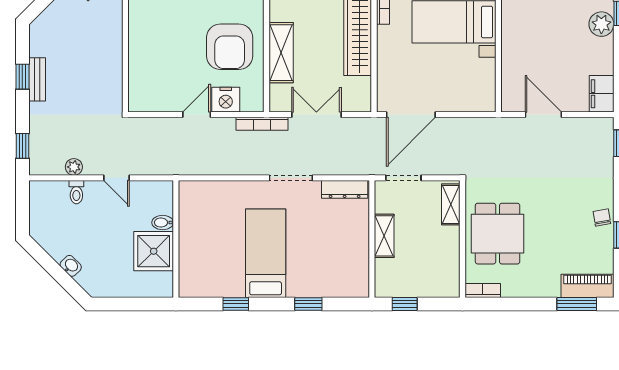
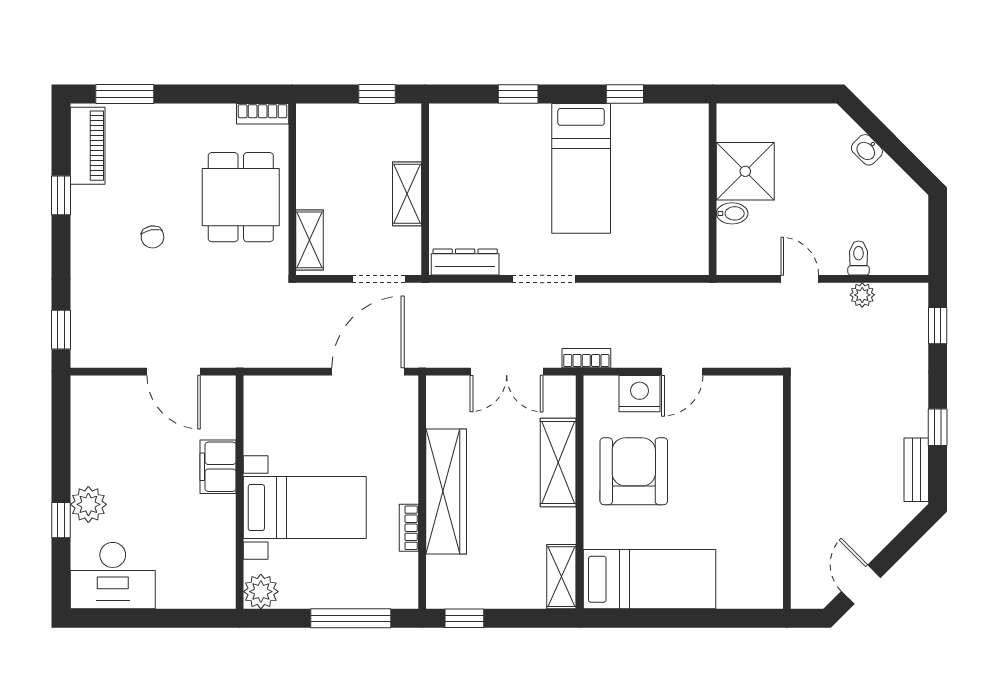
bench: (37, 79) -> (916, 470), moved
filing cabinet: (602, 94) -> (218, 467), moved, turned 180
bookcase: (262, 124) -> (586, 358), width x0.64
chair: (602, 217) -> (152, 237), moved
piano: (588, 286) -> (88, 146), moved, turned -90

